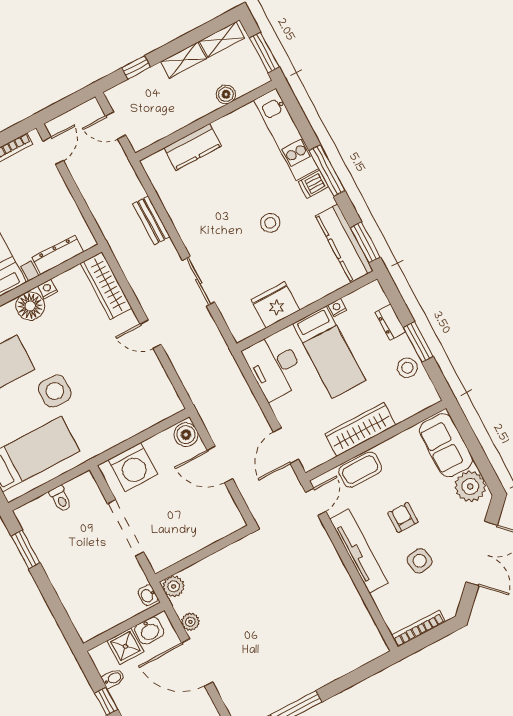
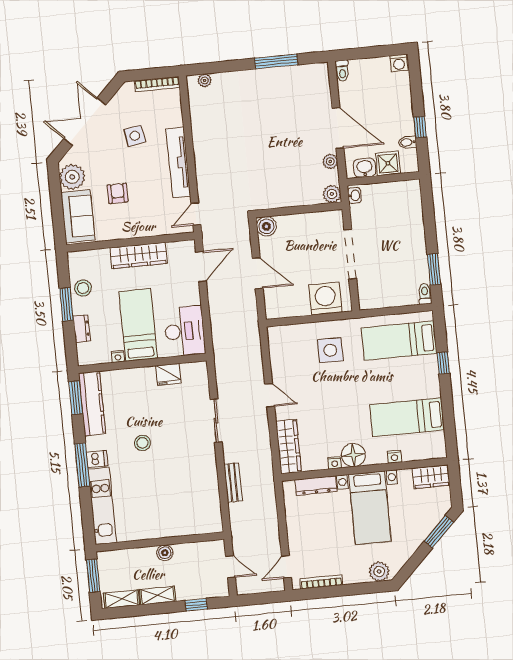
boiler: (226, 94) -> (165, 553), moved
kitchen counter: (193, 147) -> (178, 526), removed
fridge: (275, 305) -> (168, 374), width x0.73, depth x0.75
side table: (55, 391) -> (330, 350), moved
boiler: (186, 435) -> (266, 226), moved
coffee table: (360, 470) -> (152, 225), removed
toilet: (61, 499) -> (425, 294), moved
armchair: (403, 518) -> (118, 193), moved, turned 180
plant: (367, 654) -> (205, 80), added

